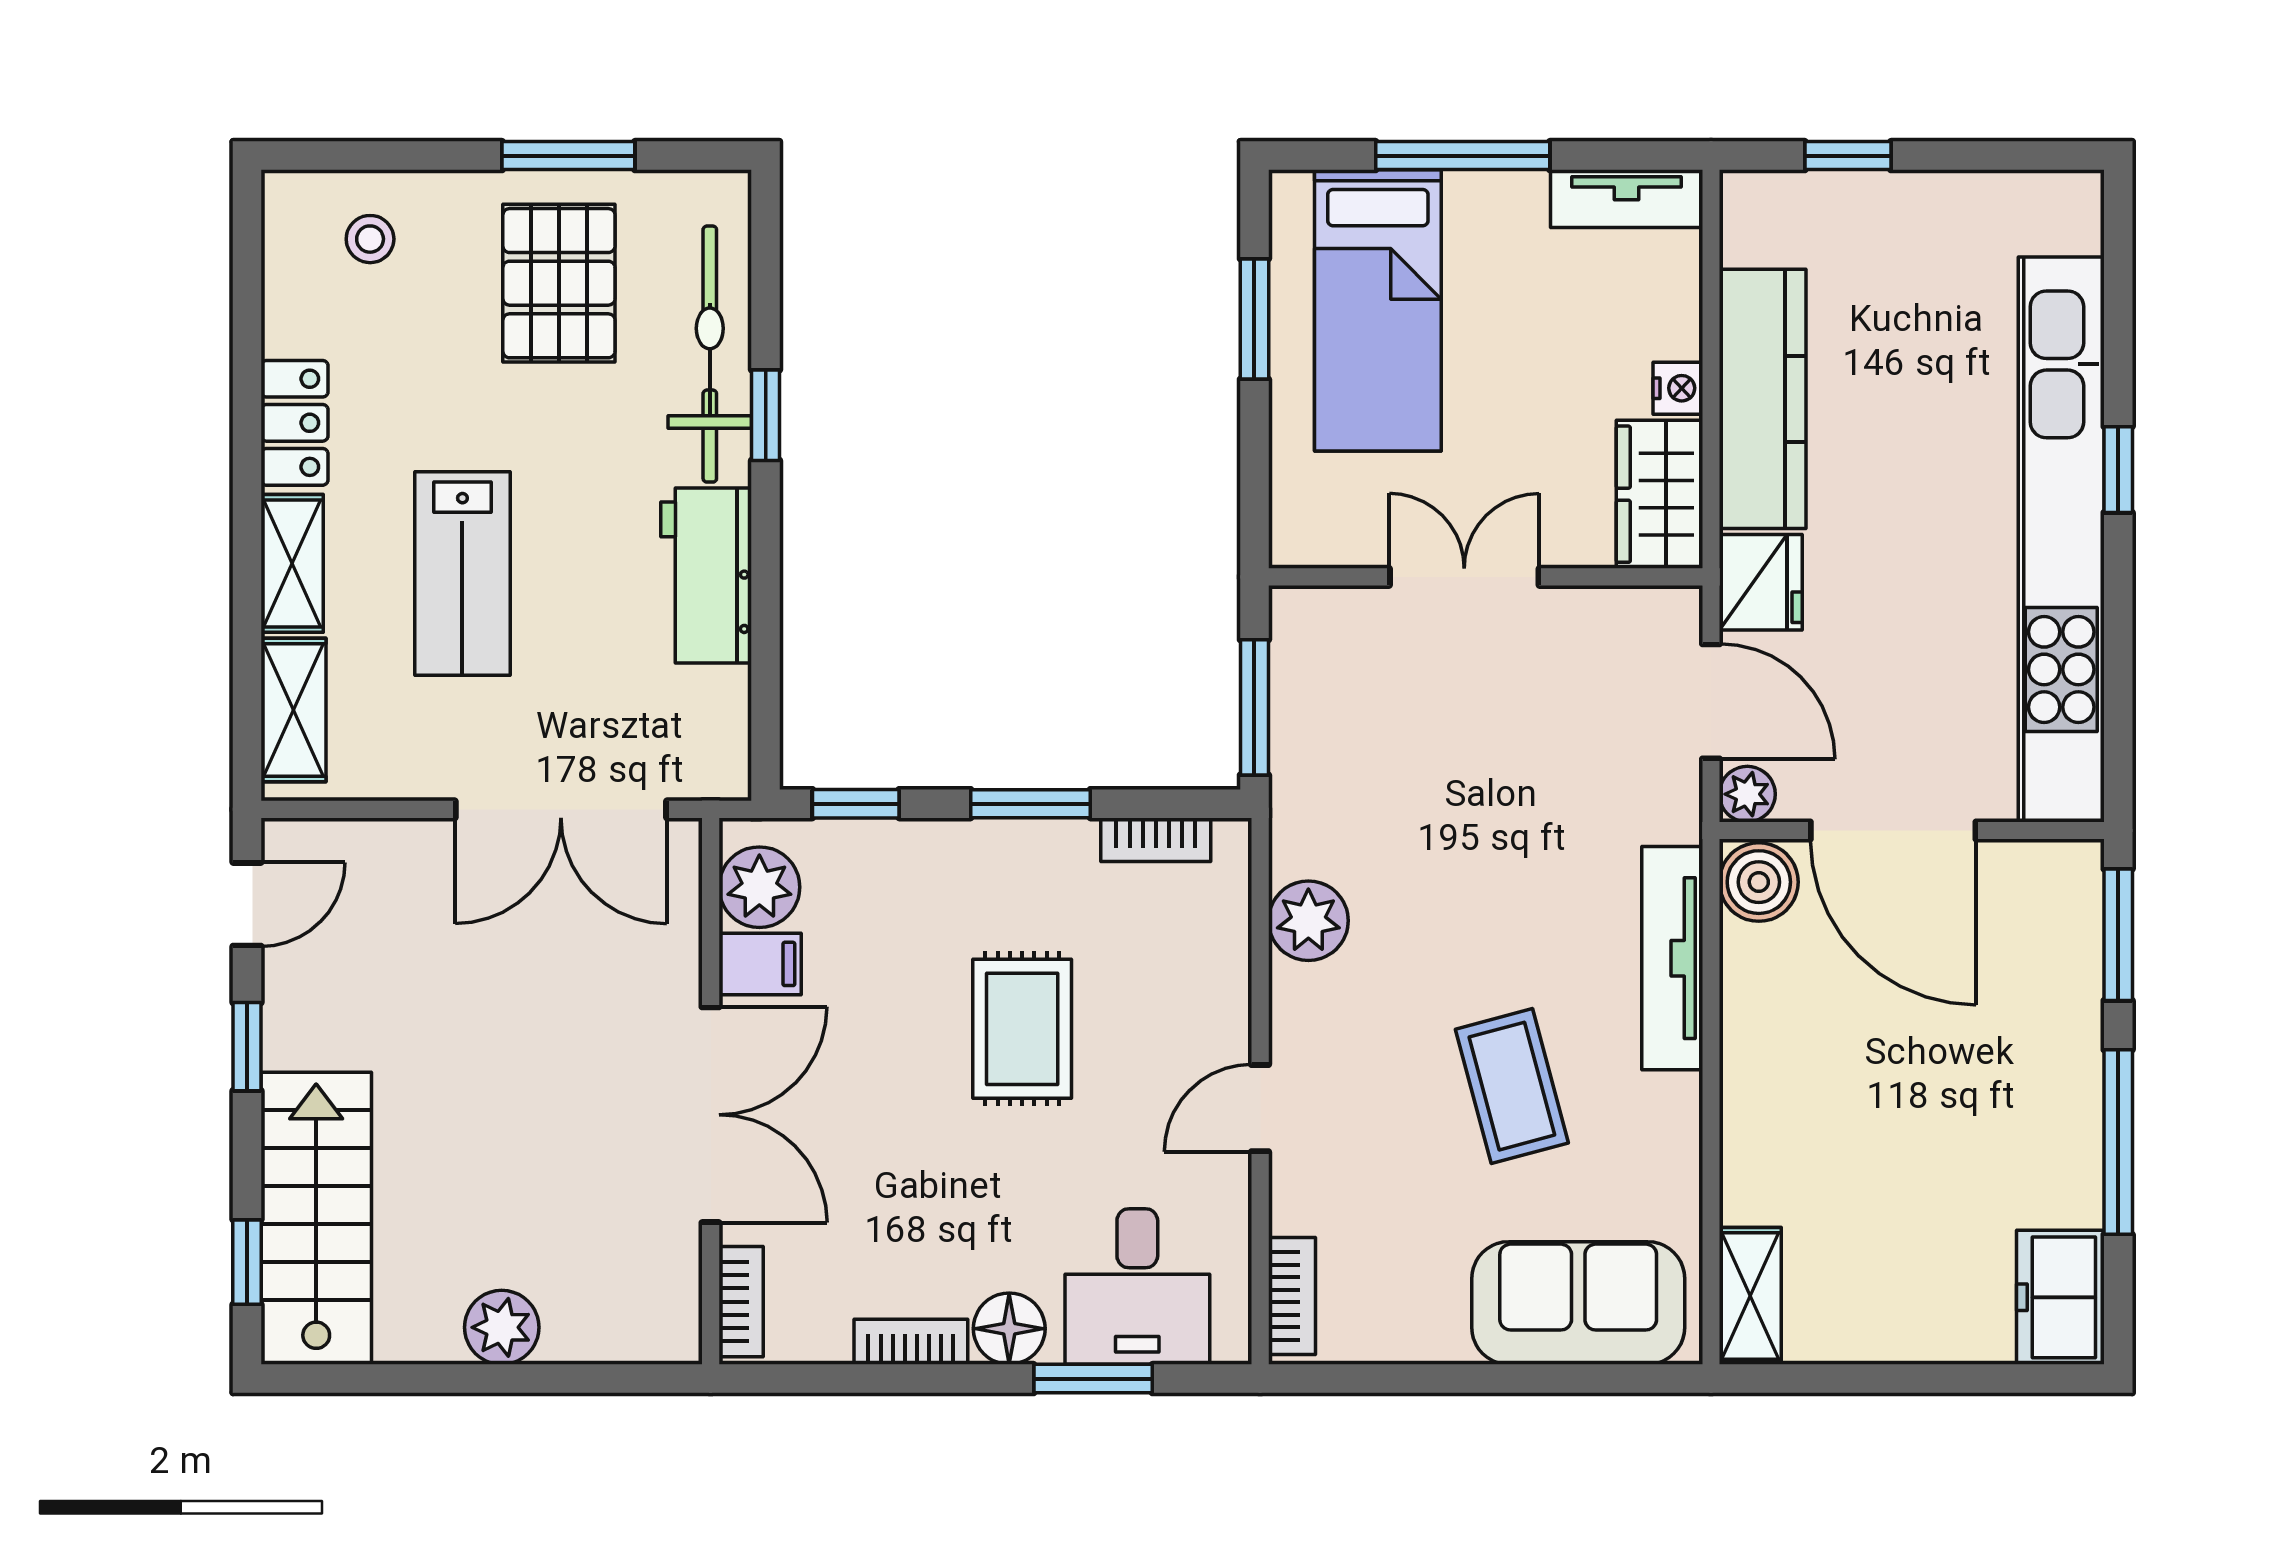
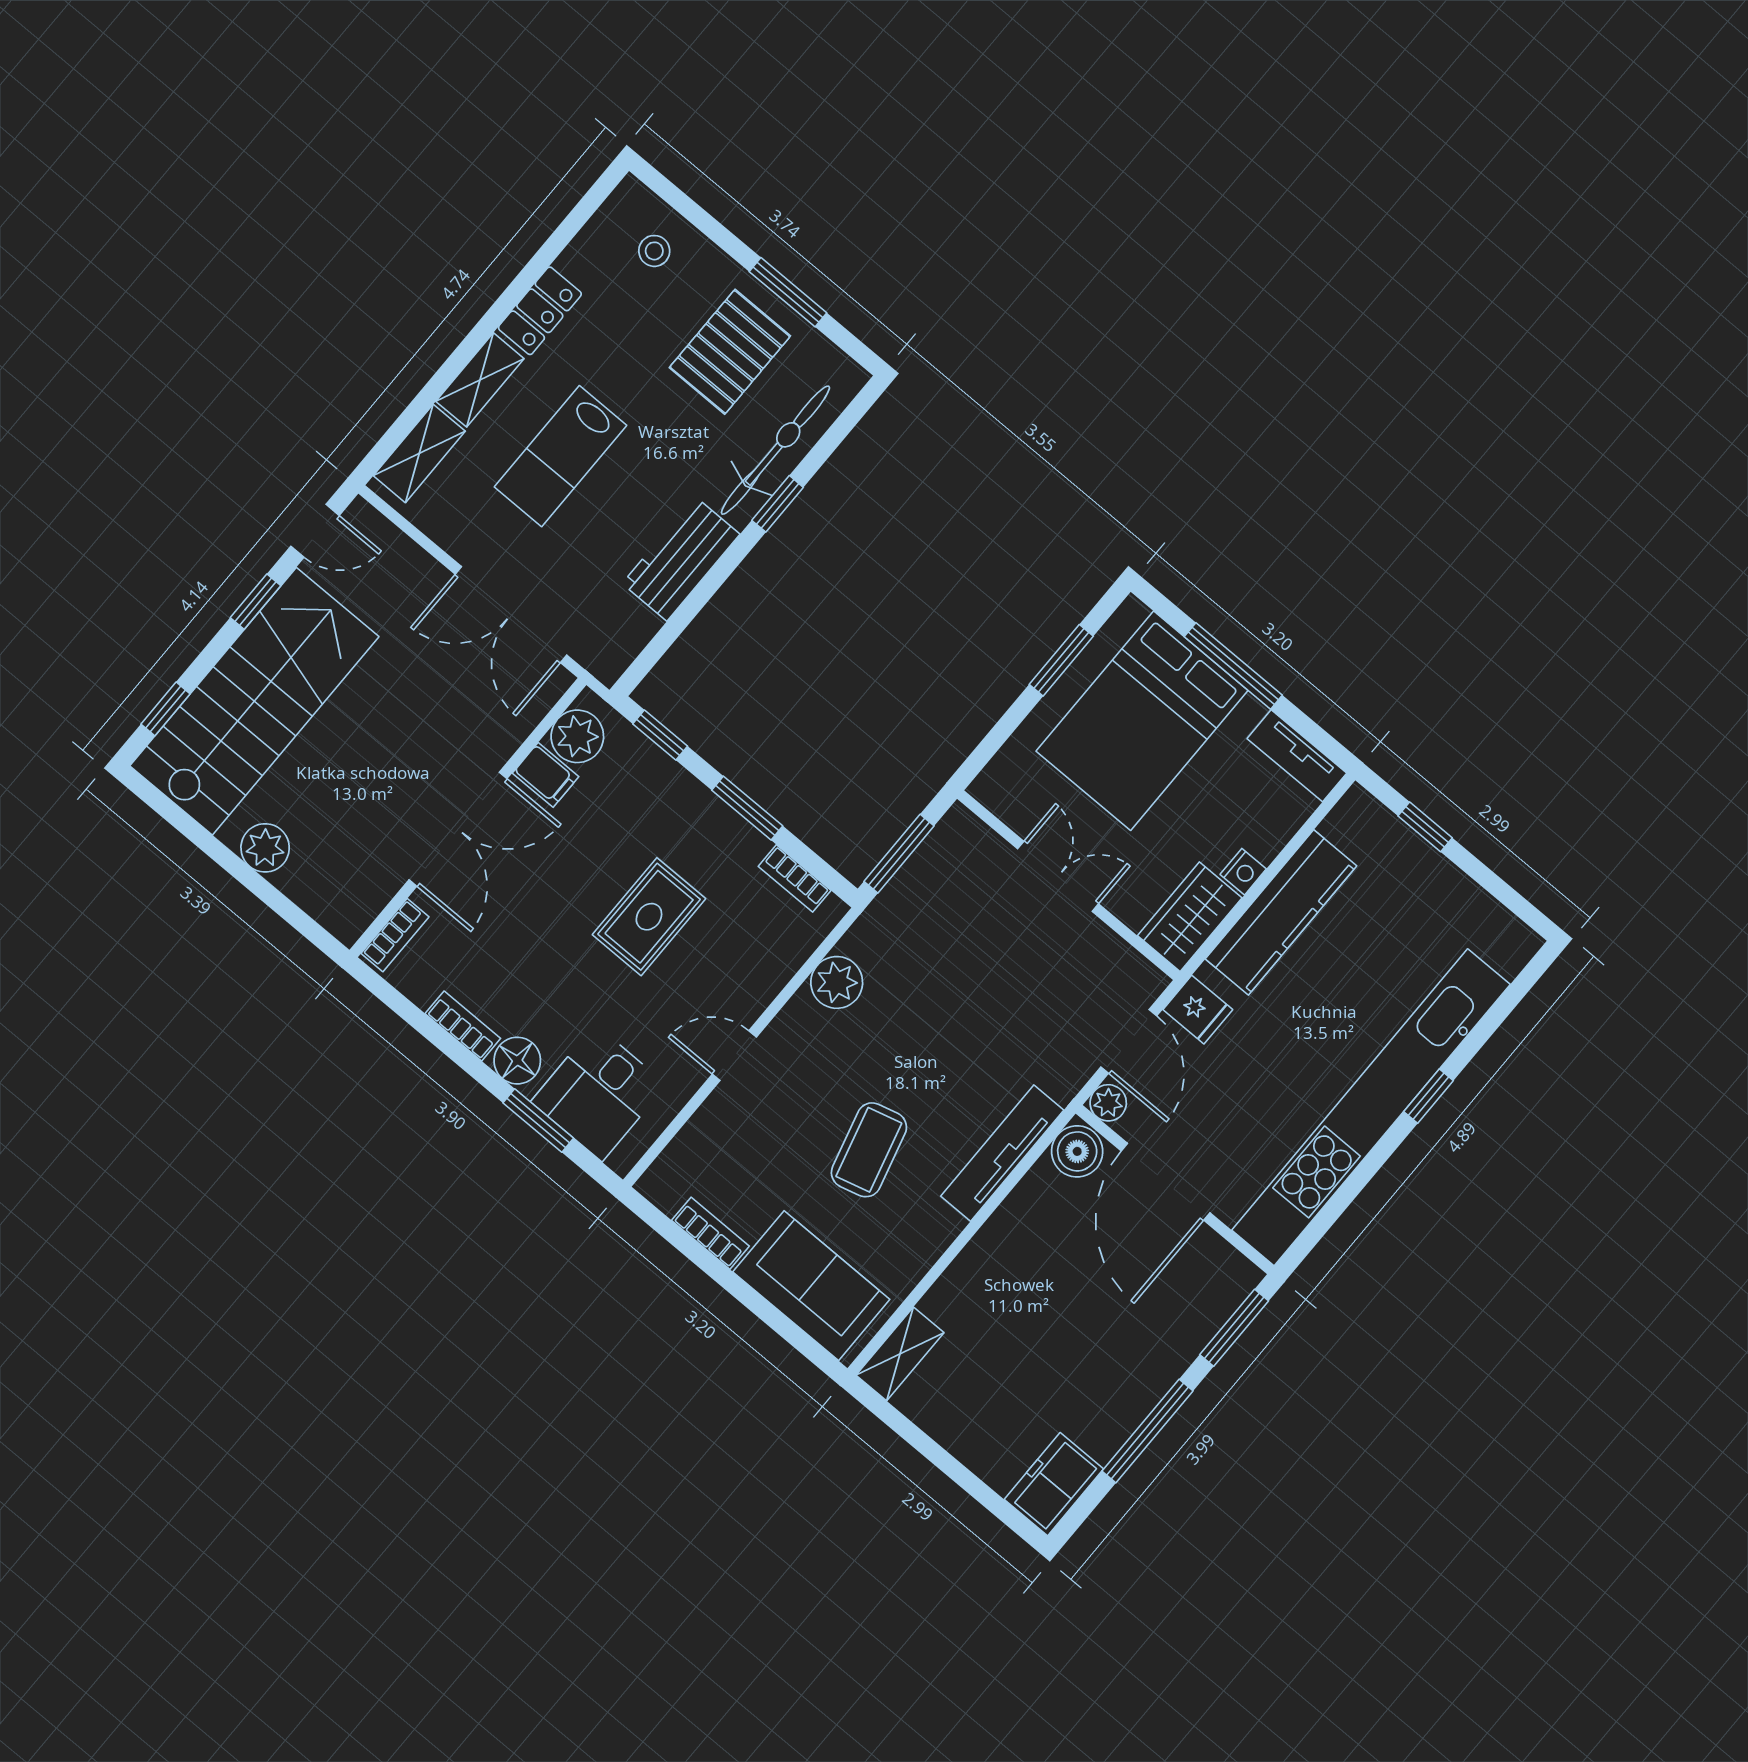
bed: (1378, 310) -> (1142, 721), width x1.50
fridge: (1761, 582) -> (1198, 1010), width x0.72
stairs: (316, 1218) -> (254, 701), width x1.36, depth x1.51
bookcase: (1292, 1296) -> (710, 1233), moved, turned -90

